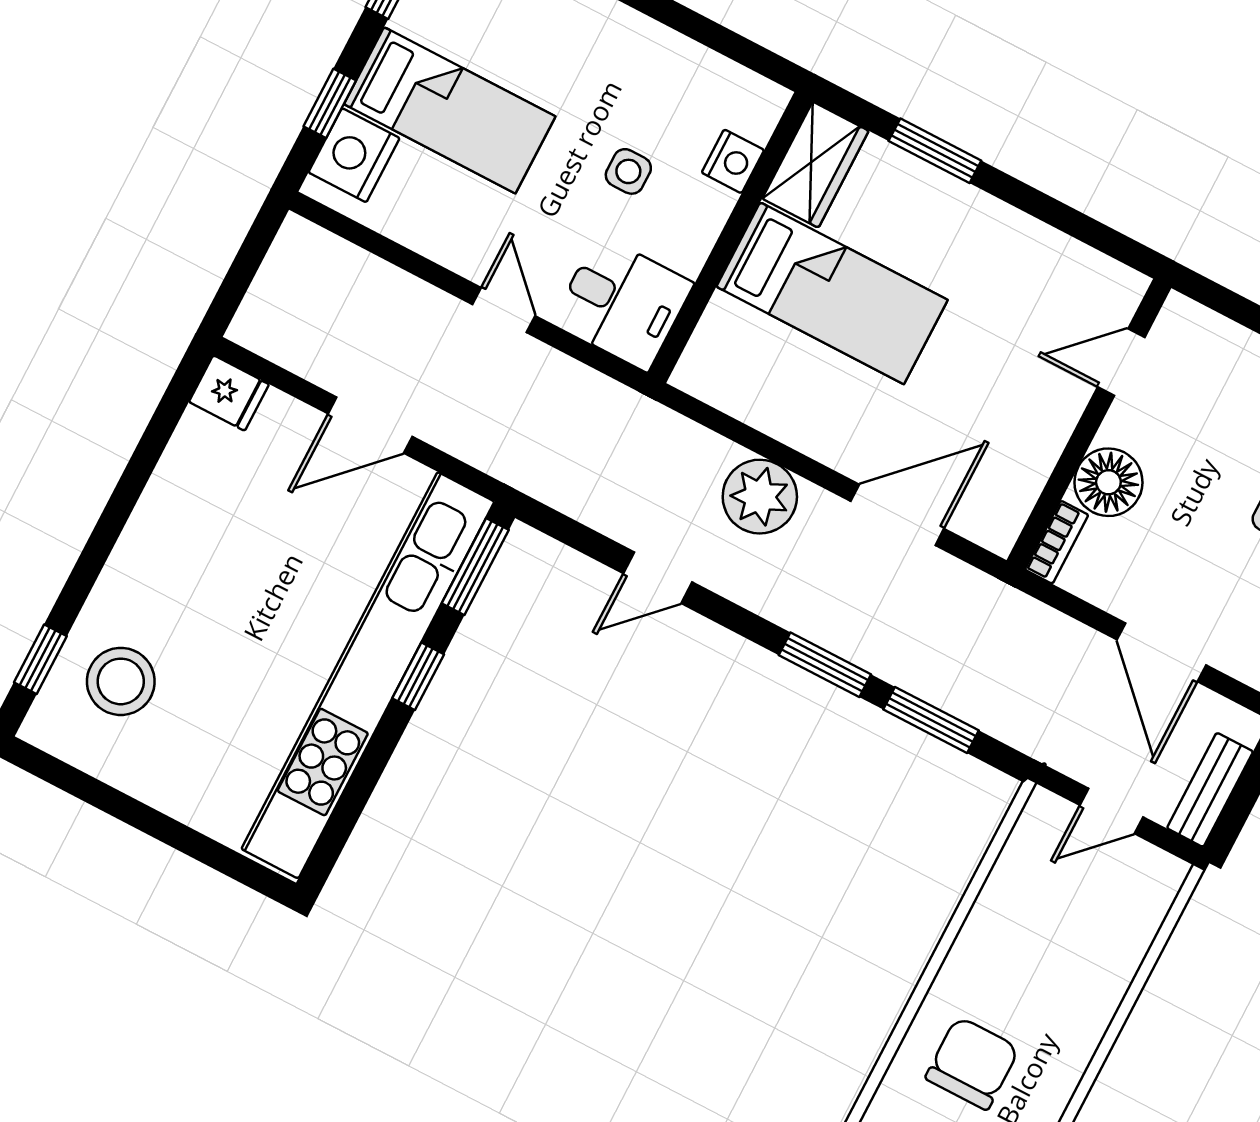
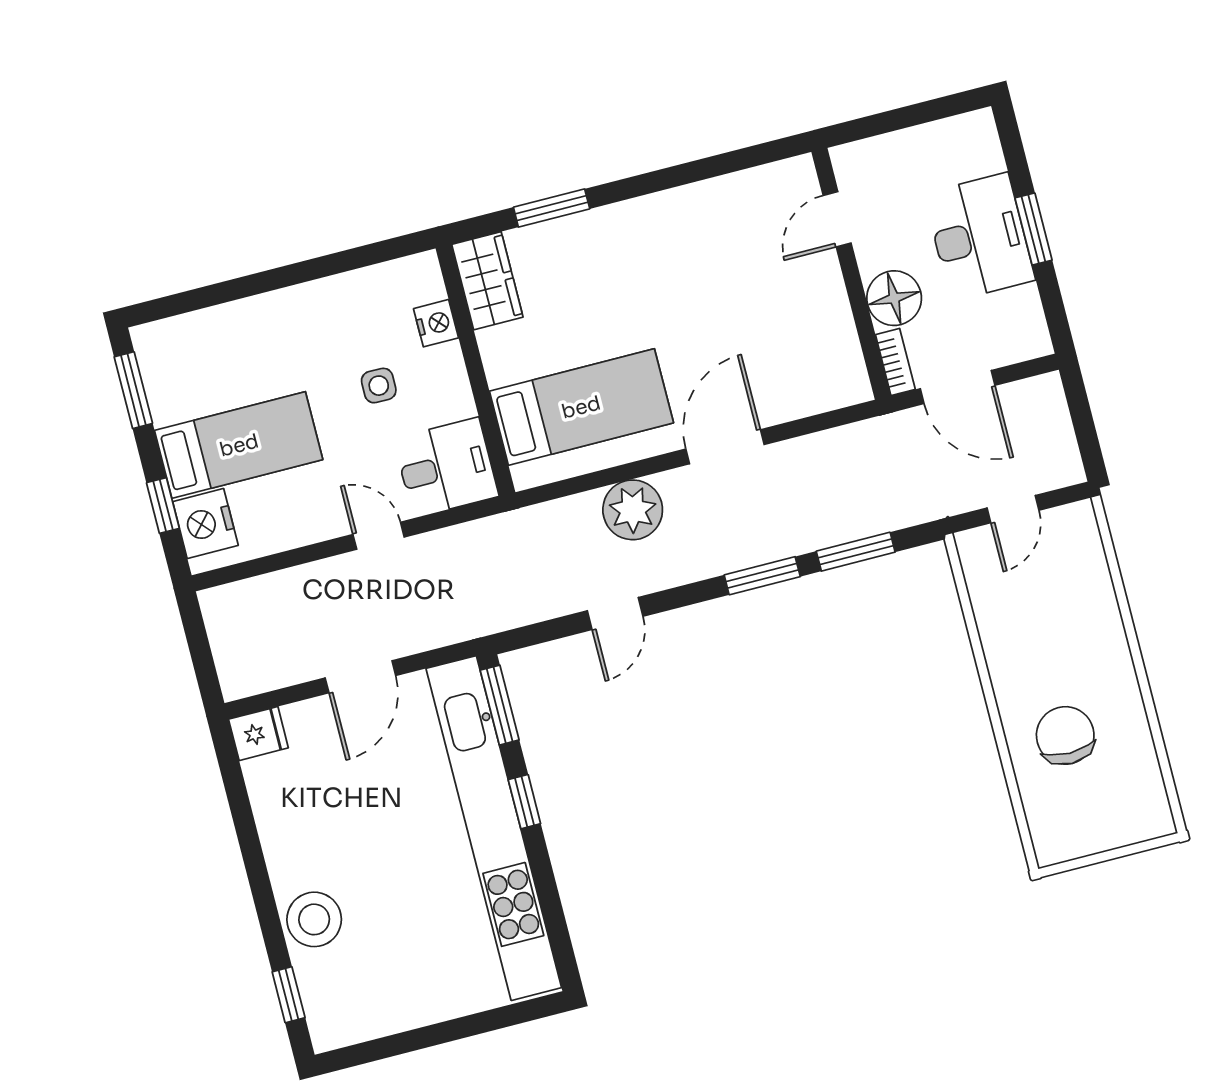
bed: (832, 293) -> (581, 407), moved
door: (1121, 362) -> (837, 219), moved
wall: (1089, 424) -> (851, 274), moved
floor lamp: (1108, 482) -> (894, 298), moved
bookcase: (1057, 542) -> (895, 362), moved
stool: (121, 681) -> (314, 919), moved
bench: (1210, 790) -> (1061, 443), removed

